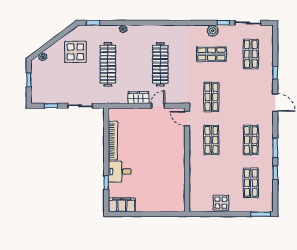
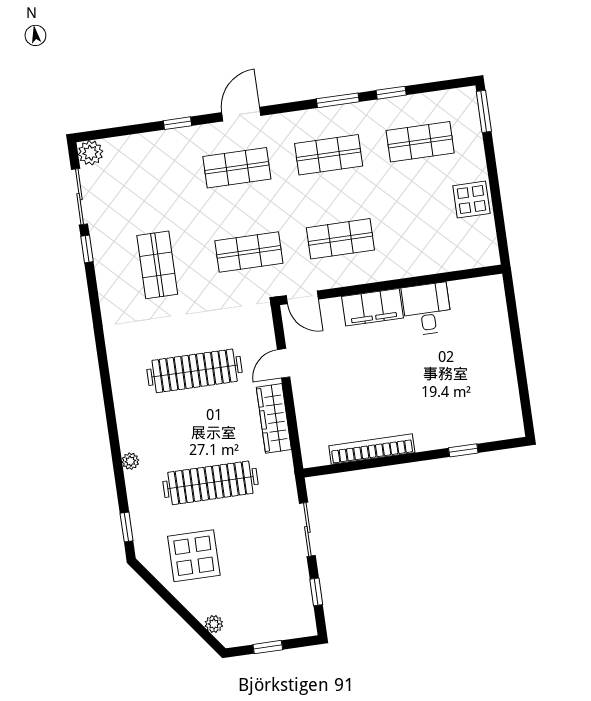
plant: (213, 31) -> (91, 153), moved
shop shelf: (251, 54) -> (237, 168), moved
wardrobe: (138, 98) -> (274, 418), width x1.50
door: (158, 106) -> (284, 363), hinge flipped
door: (187, 119) -> (302, 297), hinge flipped
desk: (120, 172) -> (427, 309), moved, turned 180
filing cabinet: (122, 205) -> (373, 307), moved, turned -90

